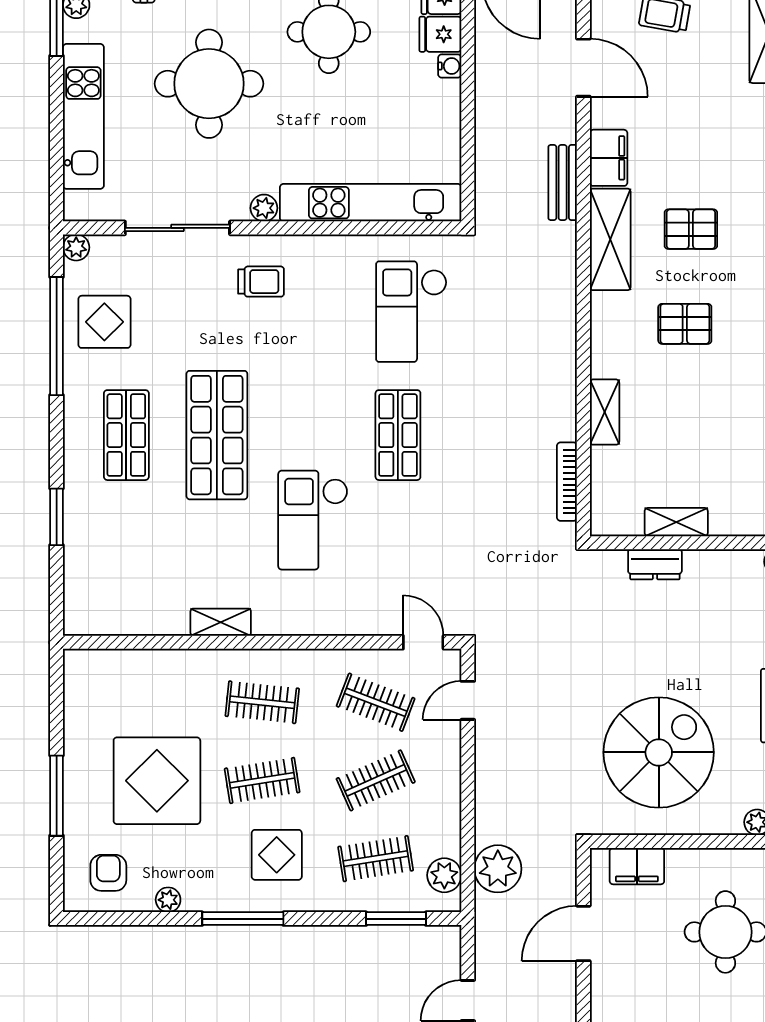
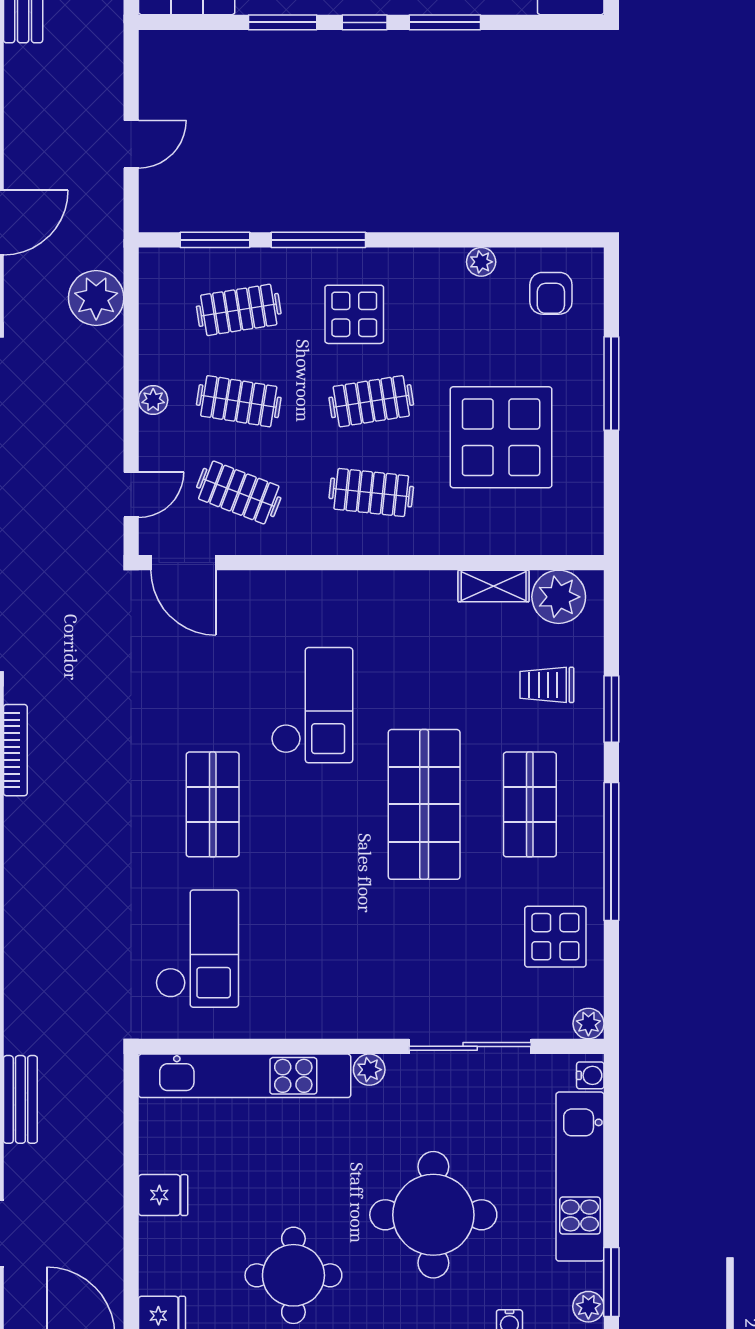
fridge: (440, 34) -> (163, 1195), moved
water cooler: (450, 66) -> (590, 1075), moved, turned 180
trolley: (261, 282) -> (547, 685), moved
window: (57, 336) -> (611, 851), moved
plant: (102, 613) -> (559, 597), added
shelving: (221, 622) -> (494, 586), moved
door: (423, 642) -> (183, 563), width x1.38
clothes rail: (376, 780) -> (239, 401), turned 33
display table: (157, 781) -> (501, 437), moved
plant: (444, 875) -> (153, 400), moved, width x0.73, depth x0.73
window: (243, 919) -> (318, 240), moved

